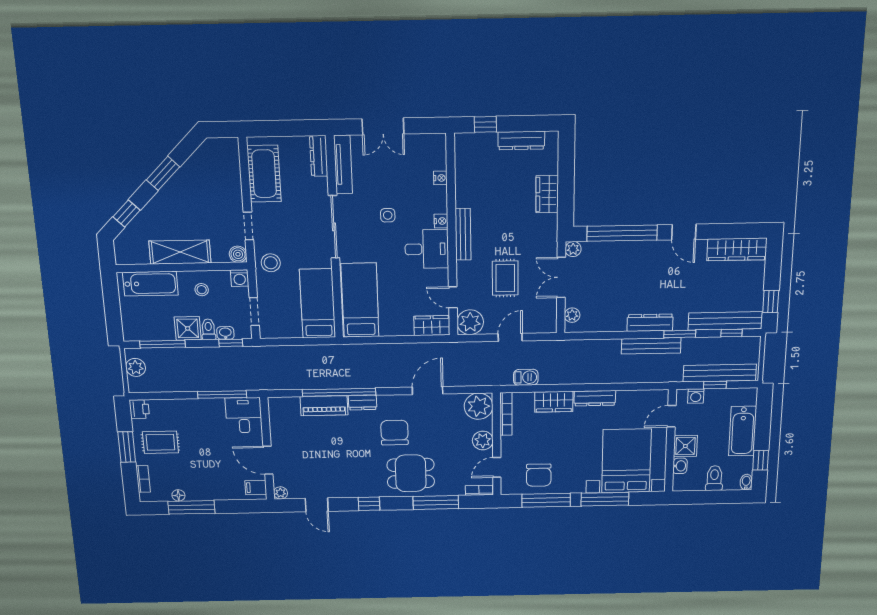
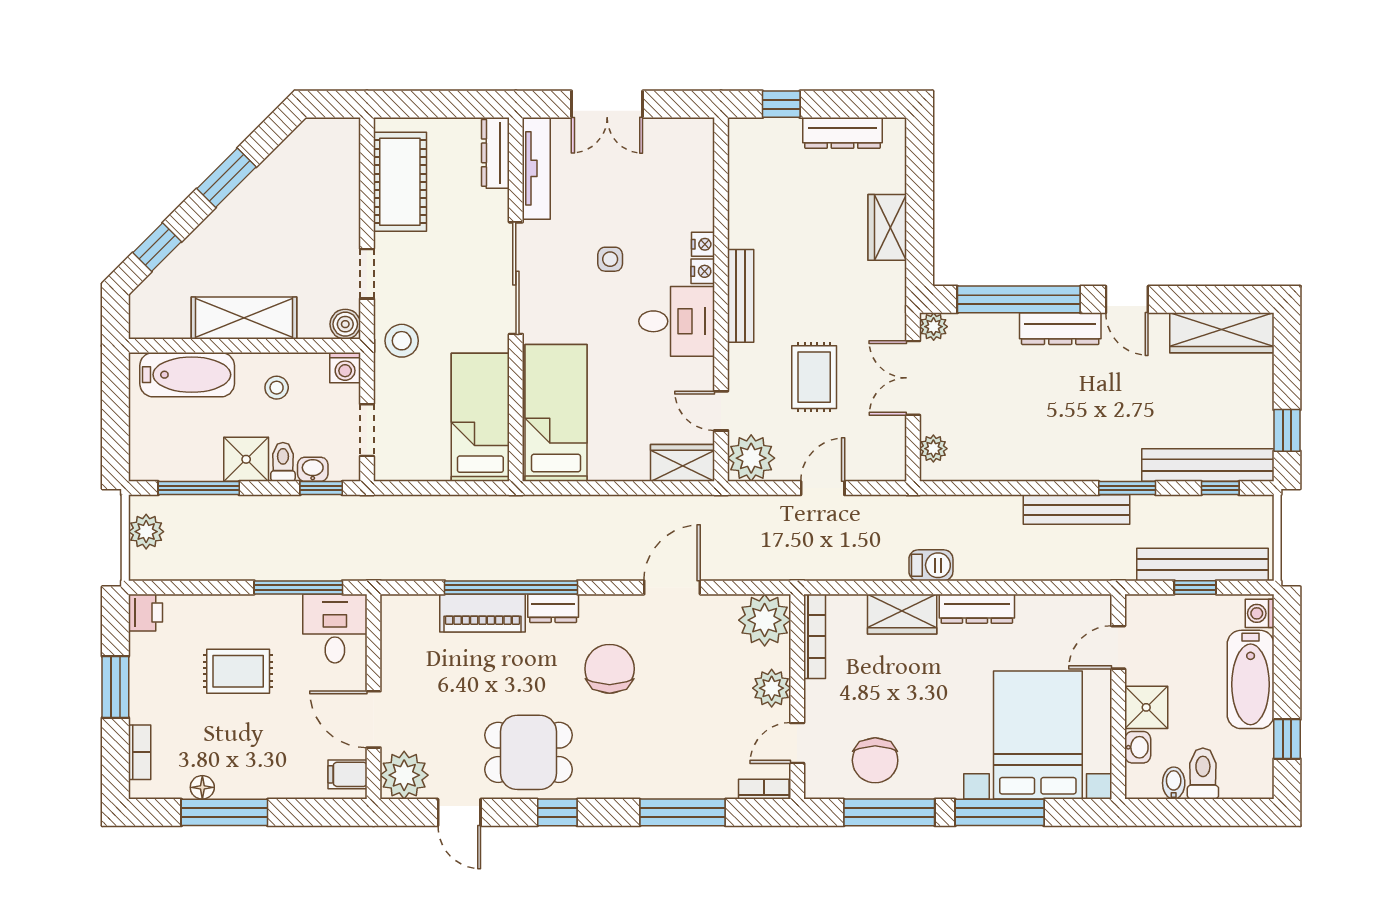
nightstand: (440, 178) -> (703, 244), moved
dresser: (650, 323) -> (1060, 329), moved, turned 180
barbecue: (526, 377) -> (931, 565), moved
washing machine: (696, 396) -> (1260, 613), moved, turned 90
rug: (160, 442) -> (238, 671), moved
dining table: (411, 473) -> (529, 752), moved
bidet: (746, 482) -> (1174, 783), moved
plant: (280, 493) -> (404, 775), width x1.87, depth x1.87

